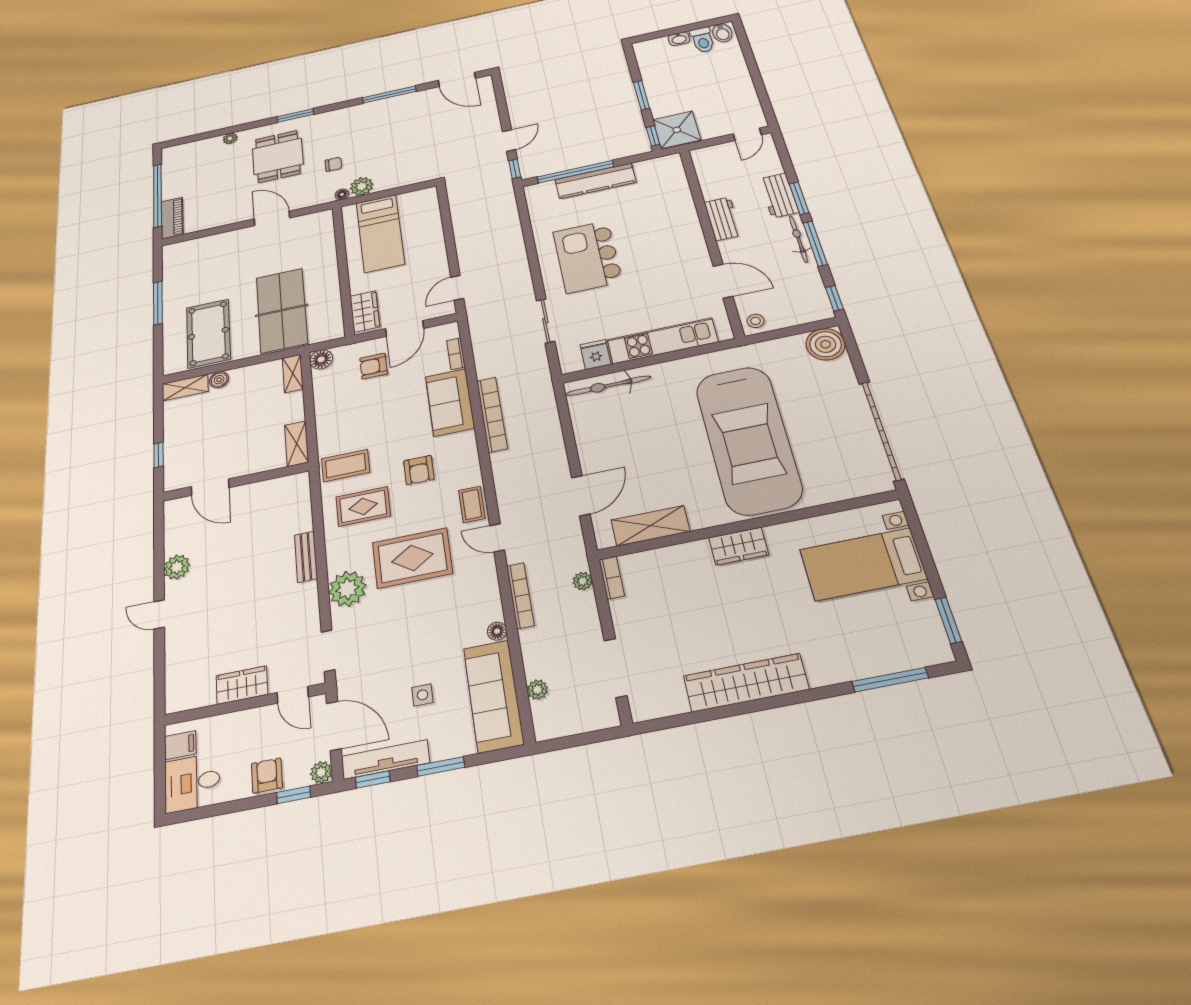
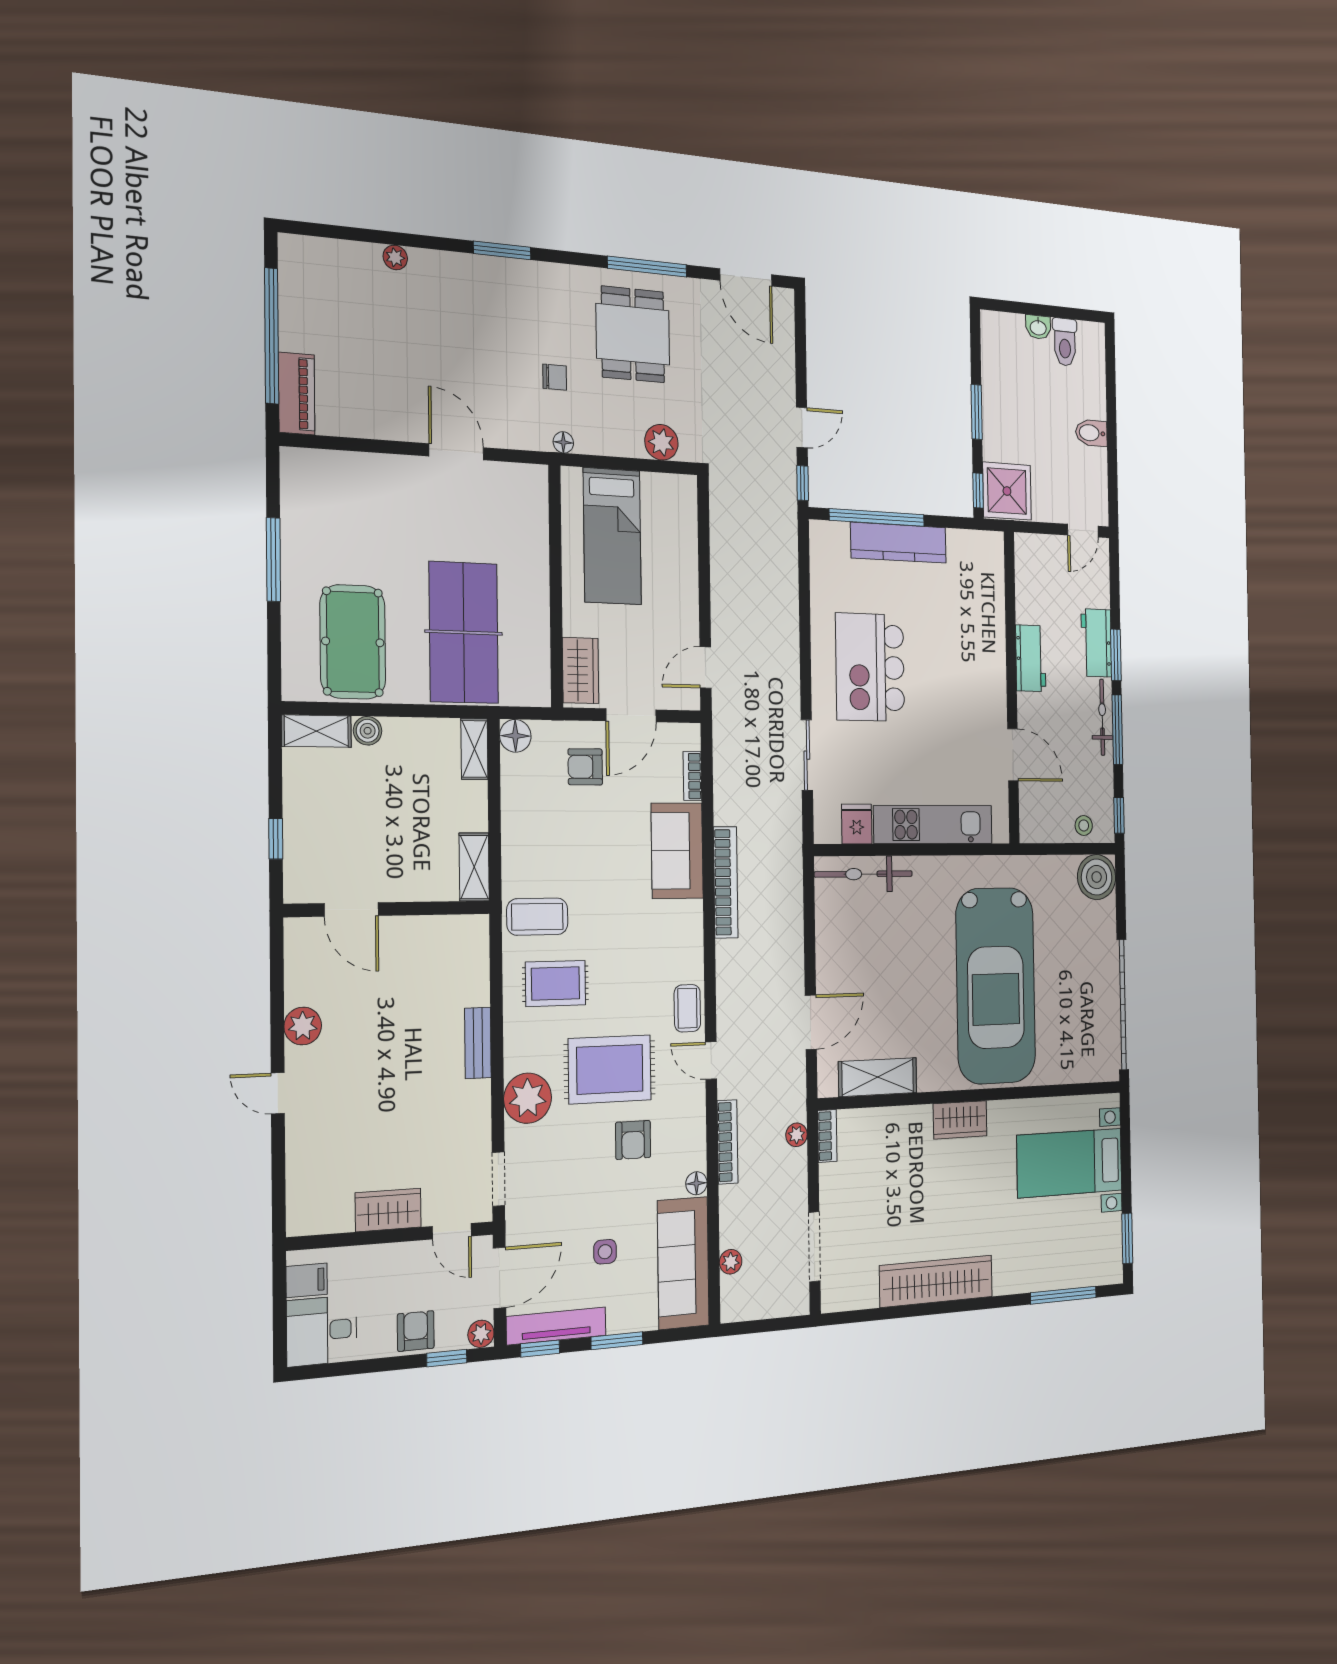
bidet: (722, 33) -> (1091, 433), moved, turned 90
dining table: (278, 156) -> (633, 334), moved
plant: (362, 186) -> (661, 442), moved
stool: (756, 321) -> (1084, 825), moved
armchair: (419, 470) -> (633, 1140), moved
door: (334, 726) -> (500, 1278), hinge flipped

